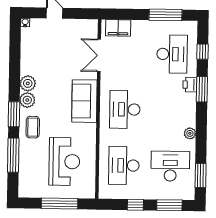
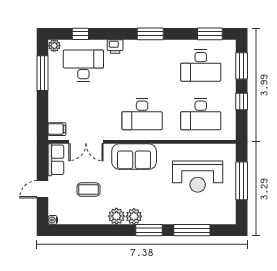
row of seats: (83, 26) -> (56, 160), added
filing cabinet: (118, 28) -> (57, 129), width x0.50
window: (202, 89) -> (150, 34), moved
coffee table: (33, 127) -> (89, 190), moved
plant: (190, 133) -> (54, 46), moved
reception desk: (64, 162) -> (198, 177), turned 180
desk: (170, 166) -> (201, 66), turned -90

